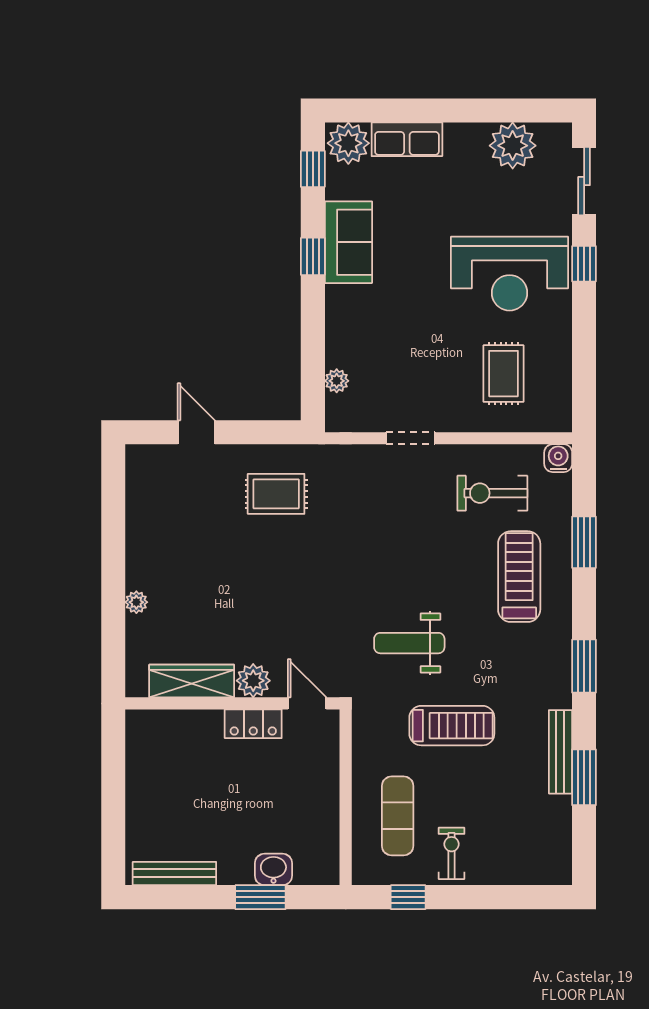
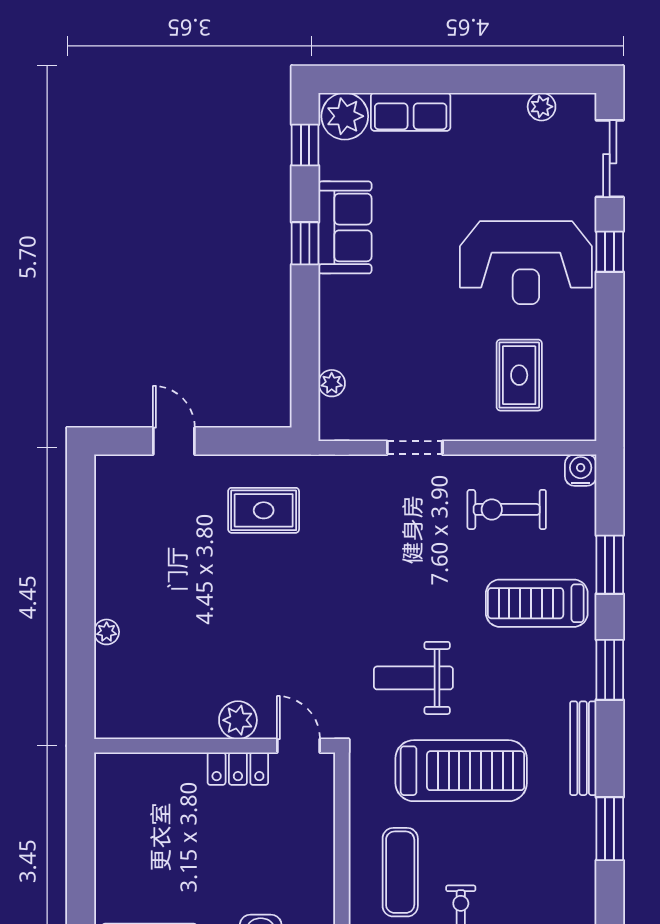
plant: (513, 146) -> (542, 107), width x0.53, depth x0.53
treadmill: (519, 577) -> (537, 603), turned -90
window: (584, 666) -> (610, 670), moved
wardrobe: (192, 681) -> (169, 721), removed
treadmill: (452, 726) -> (461, 771), width x1.37, depth x1.38
bench: (560, 752) -> (583, 748), moved

